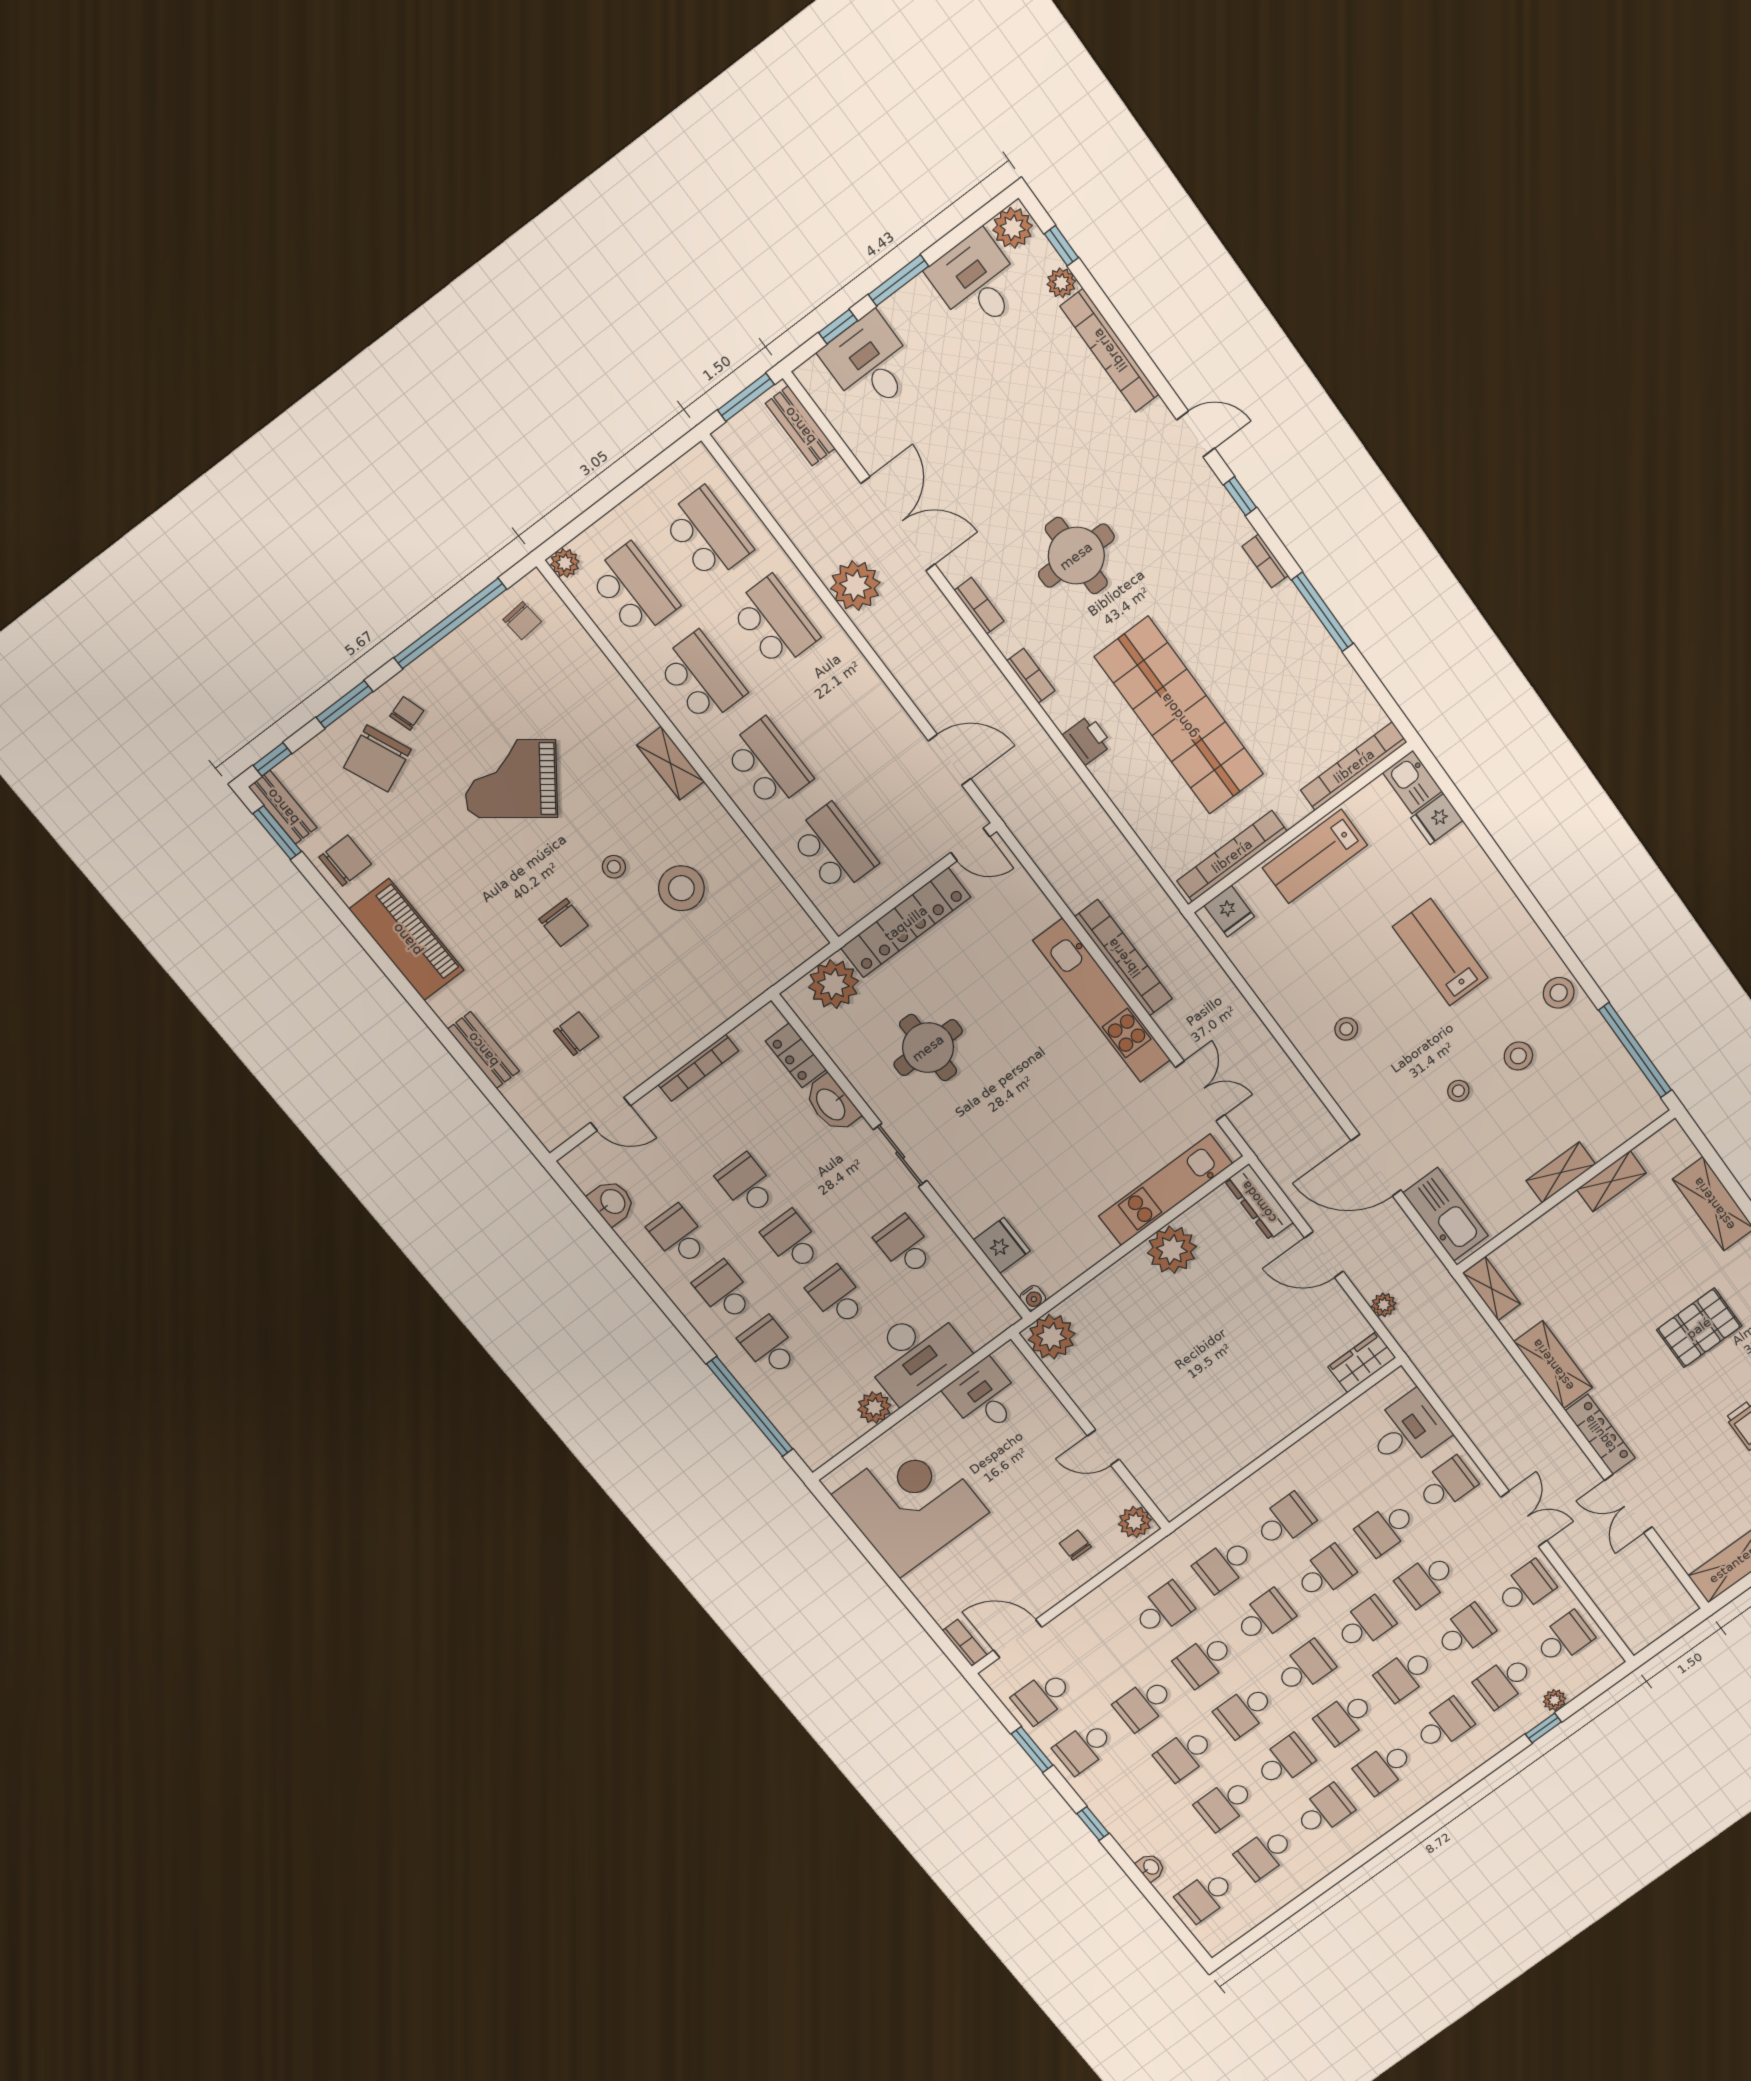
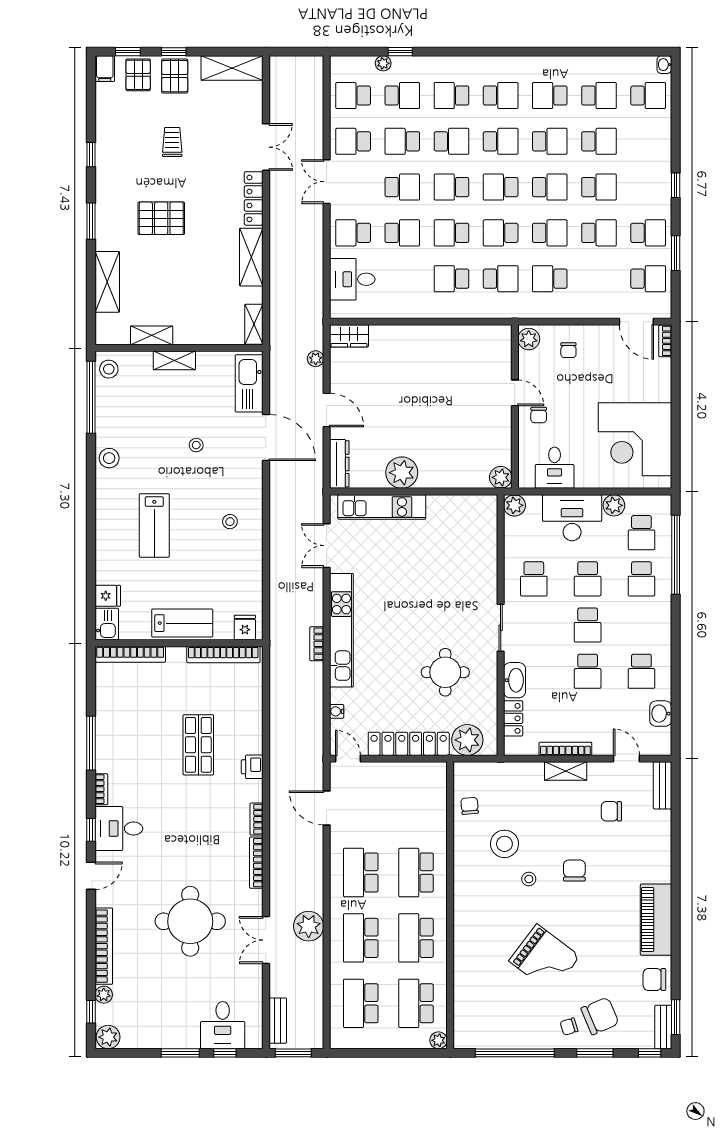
desk: (977, 281) -> (119, 828), moved, turned 90
door: (1196, 434) -> (91, 876), swing flipped
double door: (898, 524) -> (266, 940), width x0.73
round table: (1076, 556) -> (190, 921), moved, width x1.36, depth x1.36
bookcase: (979, 606) -> (256, 863), width x1.56
chair: (522, 621) -> (470, 806), moved
shop shelf: (1179, 716) -> (198, 745), width x0.50, depth x0.74
shelving: (670, 763) -> (566, 771), moved, turned 90
school desk: (834, 849) -> (361, 873), moved
bookcase: (1124, 958) -> (317, 644), width x0.43, depth x0.76
bench: (483, 1050) -> (663, 785), moved
stool: (1518, 1056) -> (109, 369), moved
fridge: (1002, 1245) -> (485, 541), removed
school desk: (724, 1291) -> (641, 533), moved
water cooler: (1033, 1298) -> (337, 711), moved, turned -90
plant: (999, 1315) -> (514, 505), added
plant: (1052, 1337) -> (501, 477), width x0.73, depth x0.73
chair: (1053, 1444) -> (539, 415), added
school desk: (1285, 1761) -> (550, 141), turned 180
washbasin: (1151, 1867) -> (664, 65), moved

